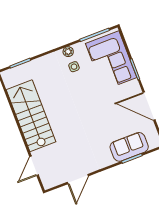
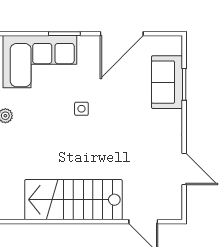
side table: (74, 67) -> (81, 109), moved

